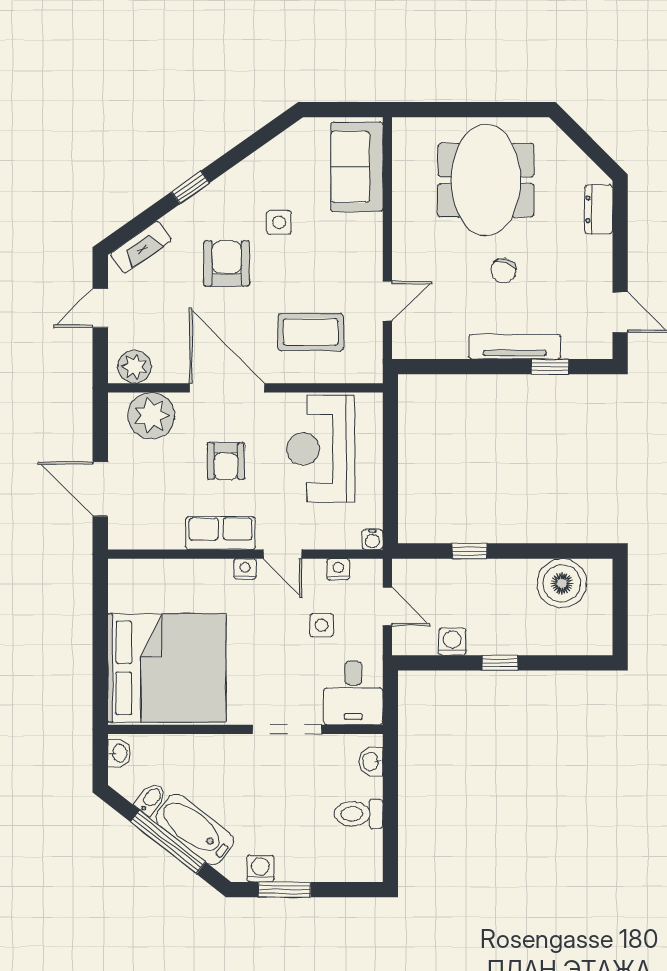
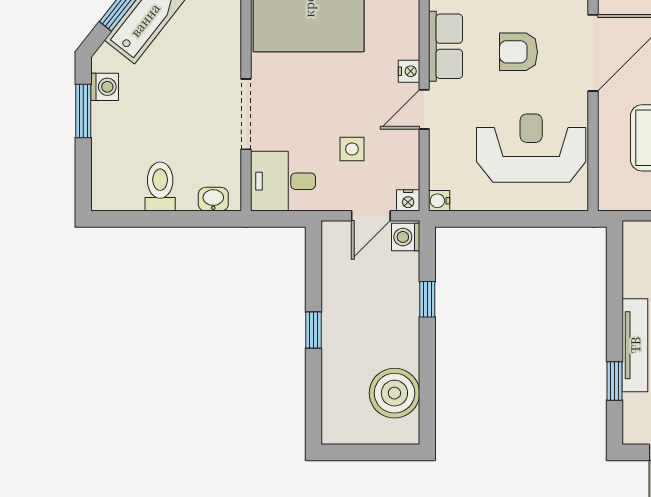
nightstand: (338, 569) -> (408, 200), moved, turned 90
washing machine: (452, 642) -> (406, 237), moved, turned 180

